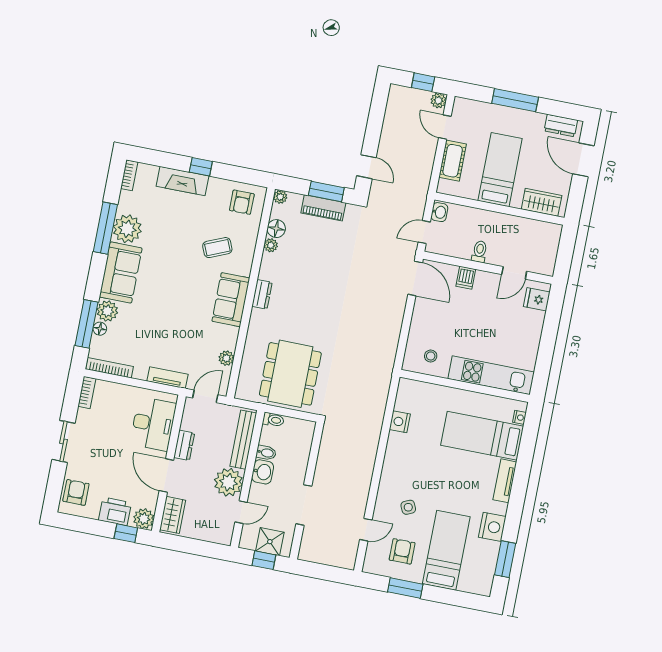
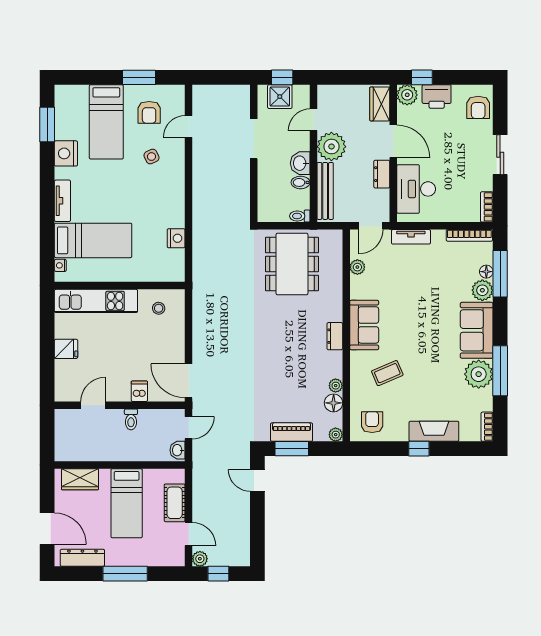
dresser: (561, 125) -> (82, 558), width x1.44
fridge: (537, 299) -> (66, 349), moved

